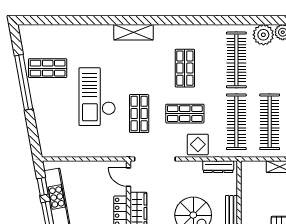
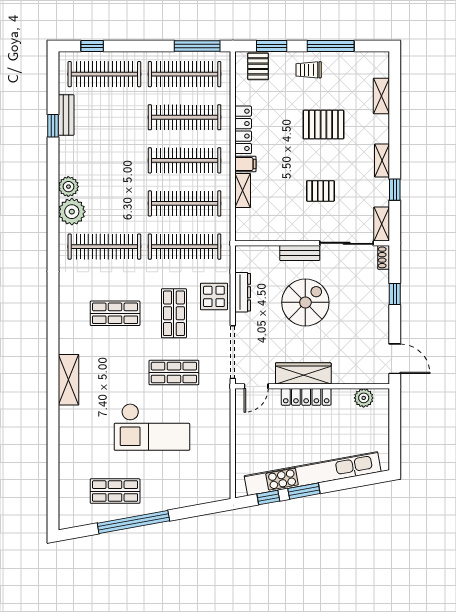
shop shelf: (48, 68) -> (115, 491), turned 90
dresser: (218, 167) -> (243, 292), moved

